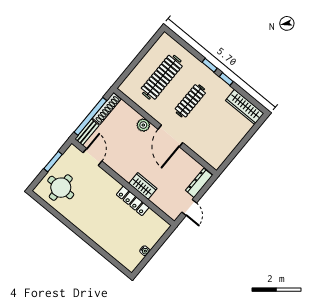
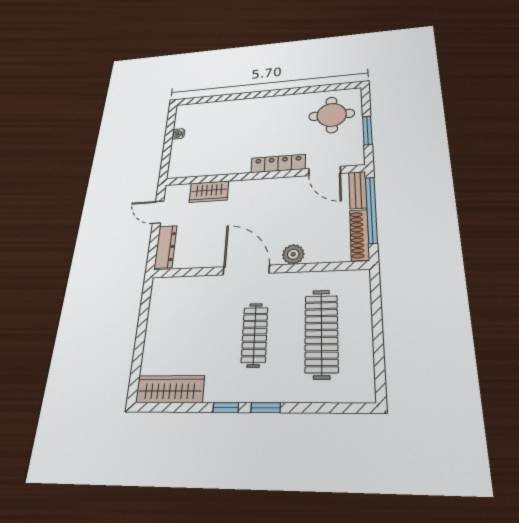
wardrobe: (143, 186) -> (209, 192), moved
locker: (133, 201) -> (278, 163), moved

